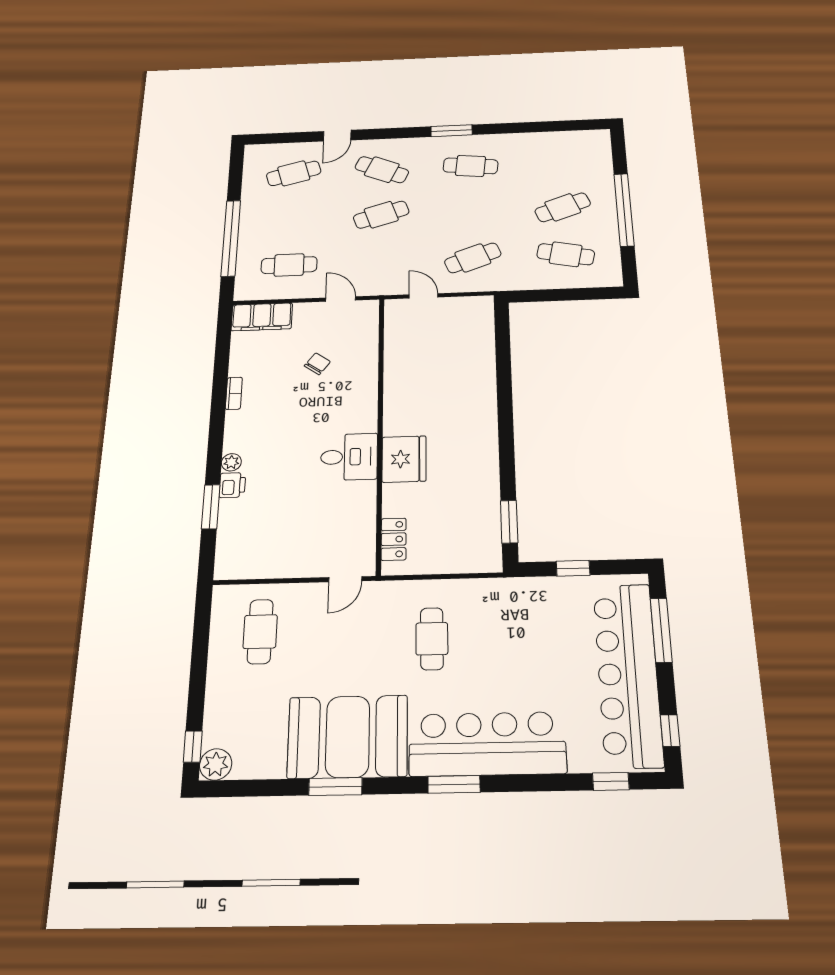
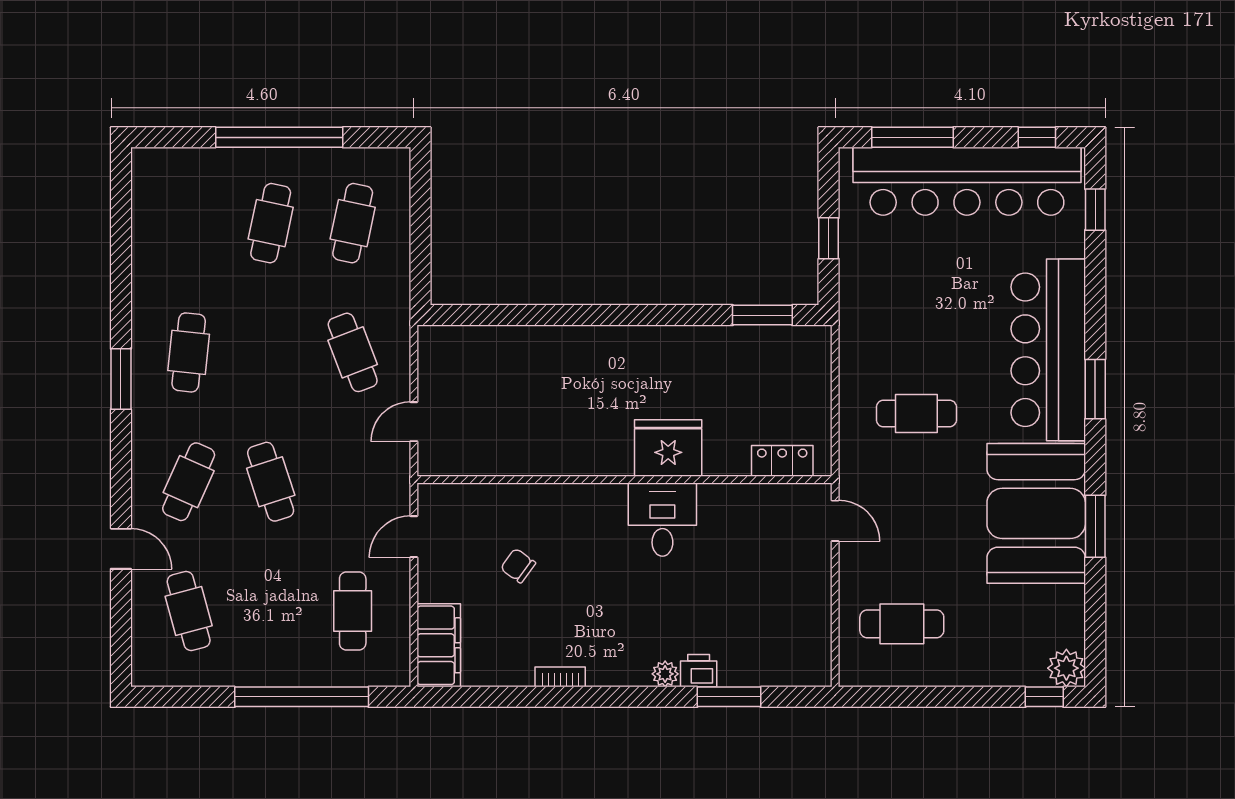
cafe table: (563, 207) -> (271, 223), turned 33

